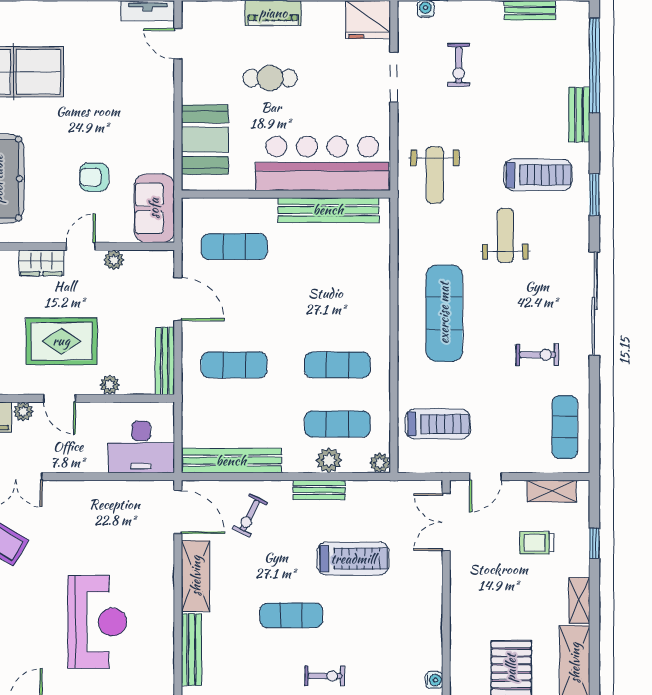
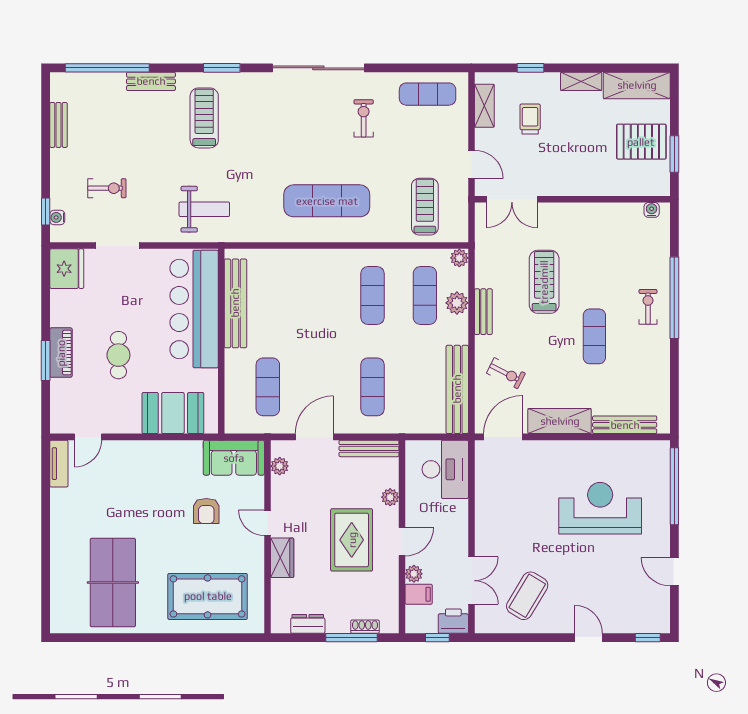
weight bench: (505, 235) -> (258, 147), removed
plant: (114, 260) -> (280, 466), moved
trolley: (537, 543) -> (530, 119), turned 180

